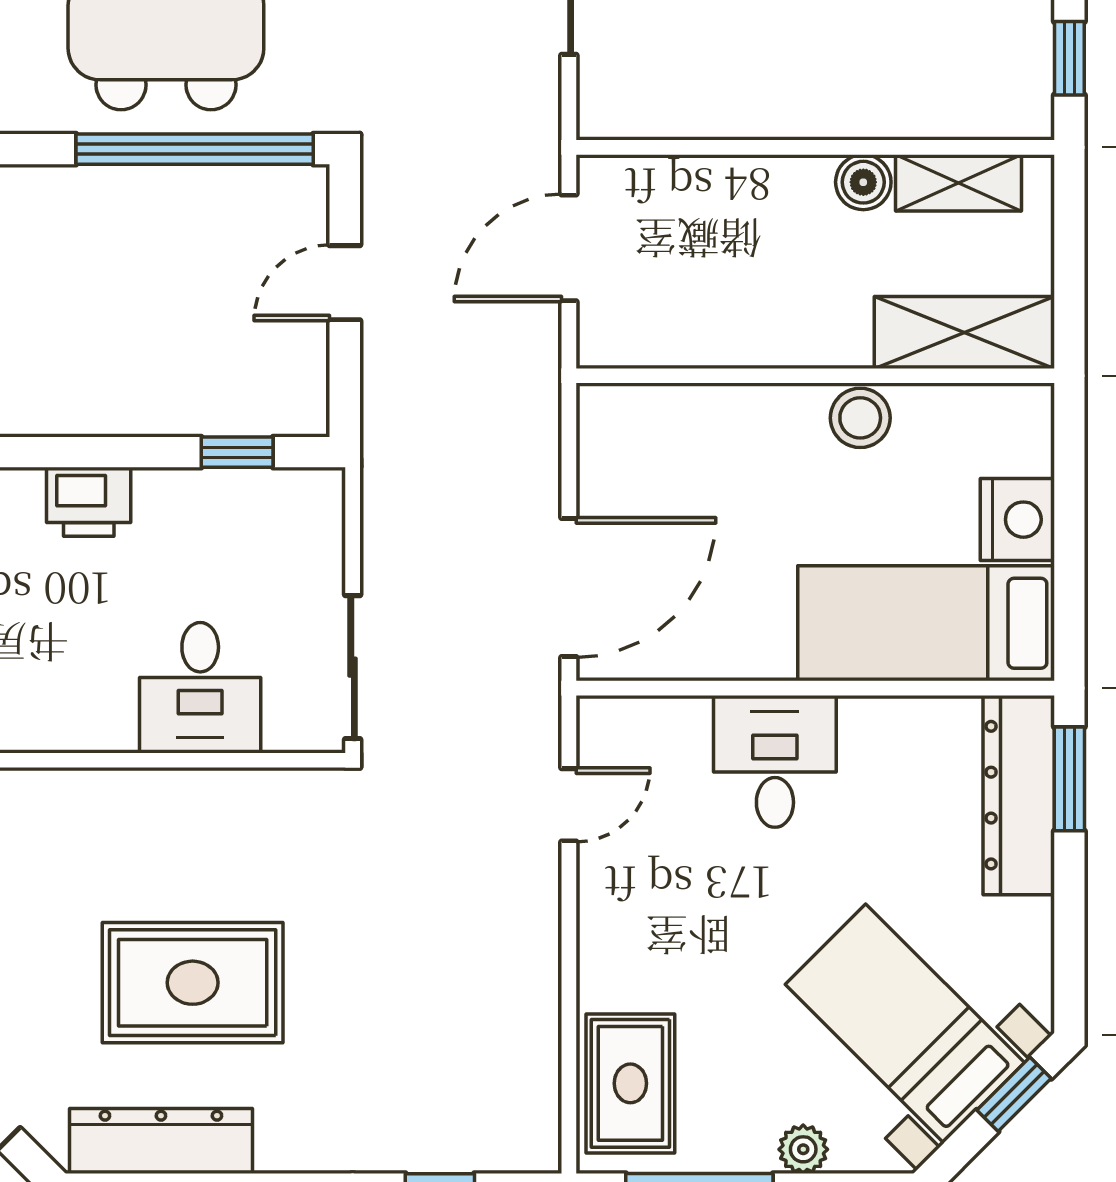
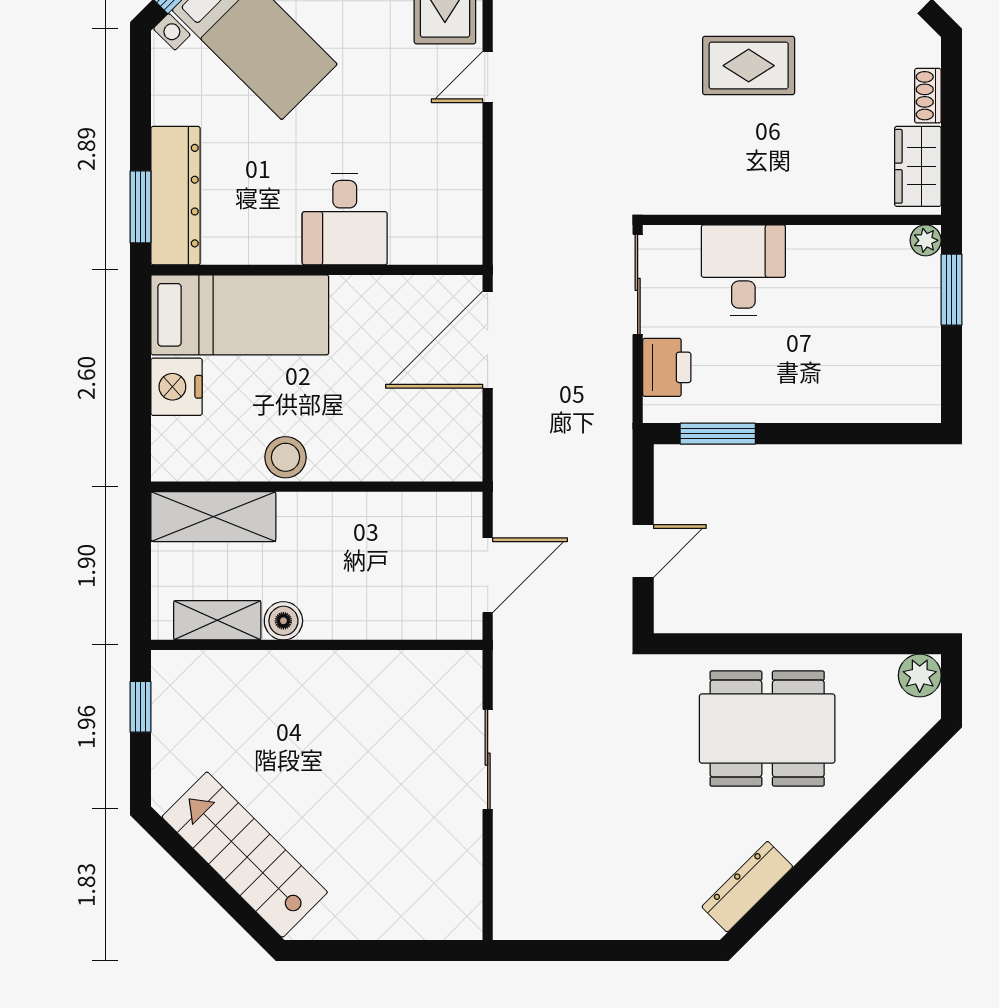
window: (195, 149) -> (747, 644), removed
window: (237, 452) -> (718, 434), width x1.50
printer: (89, 502) -> (667, 367), moved, turned 90
door: (569, 805) -> (488, 77), moved
rug: (193, 983) -> (749, 66), width x0.73, depth x0.70

